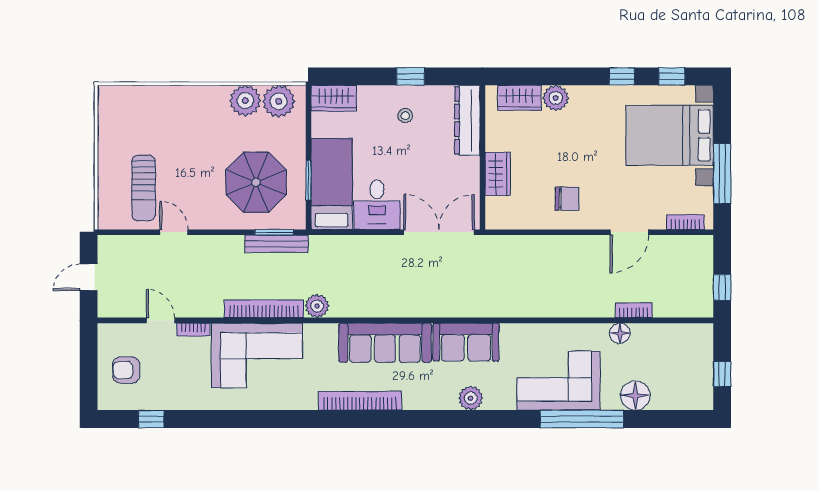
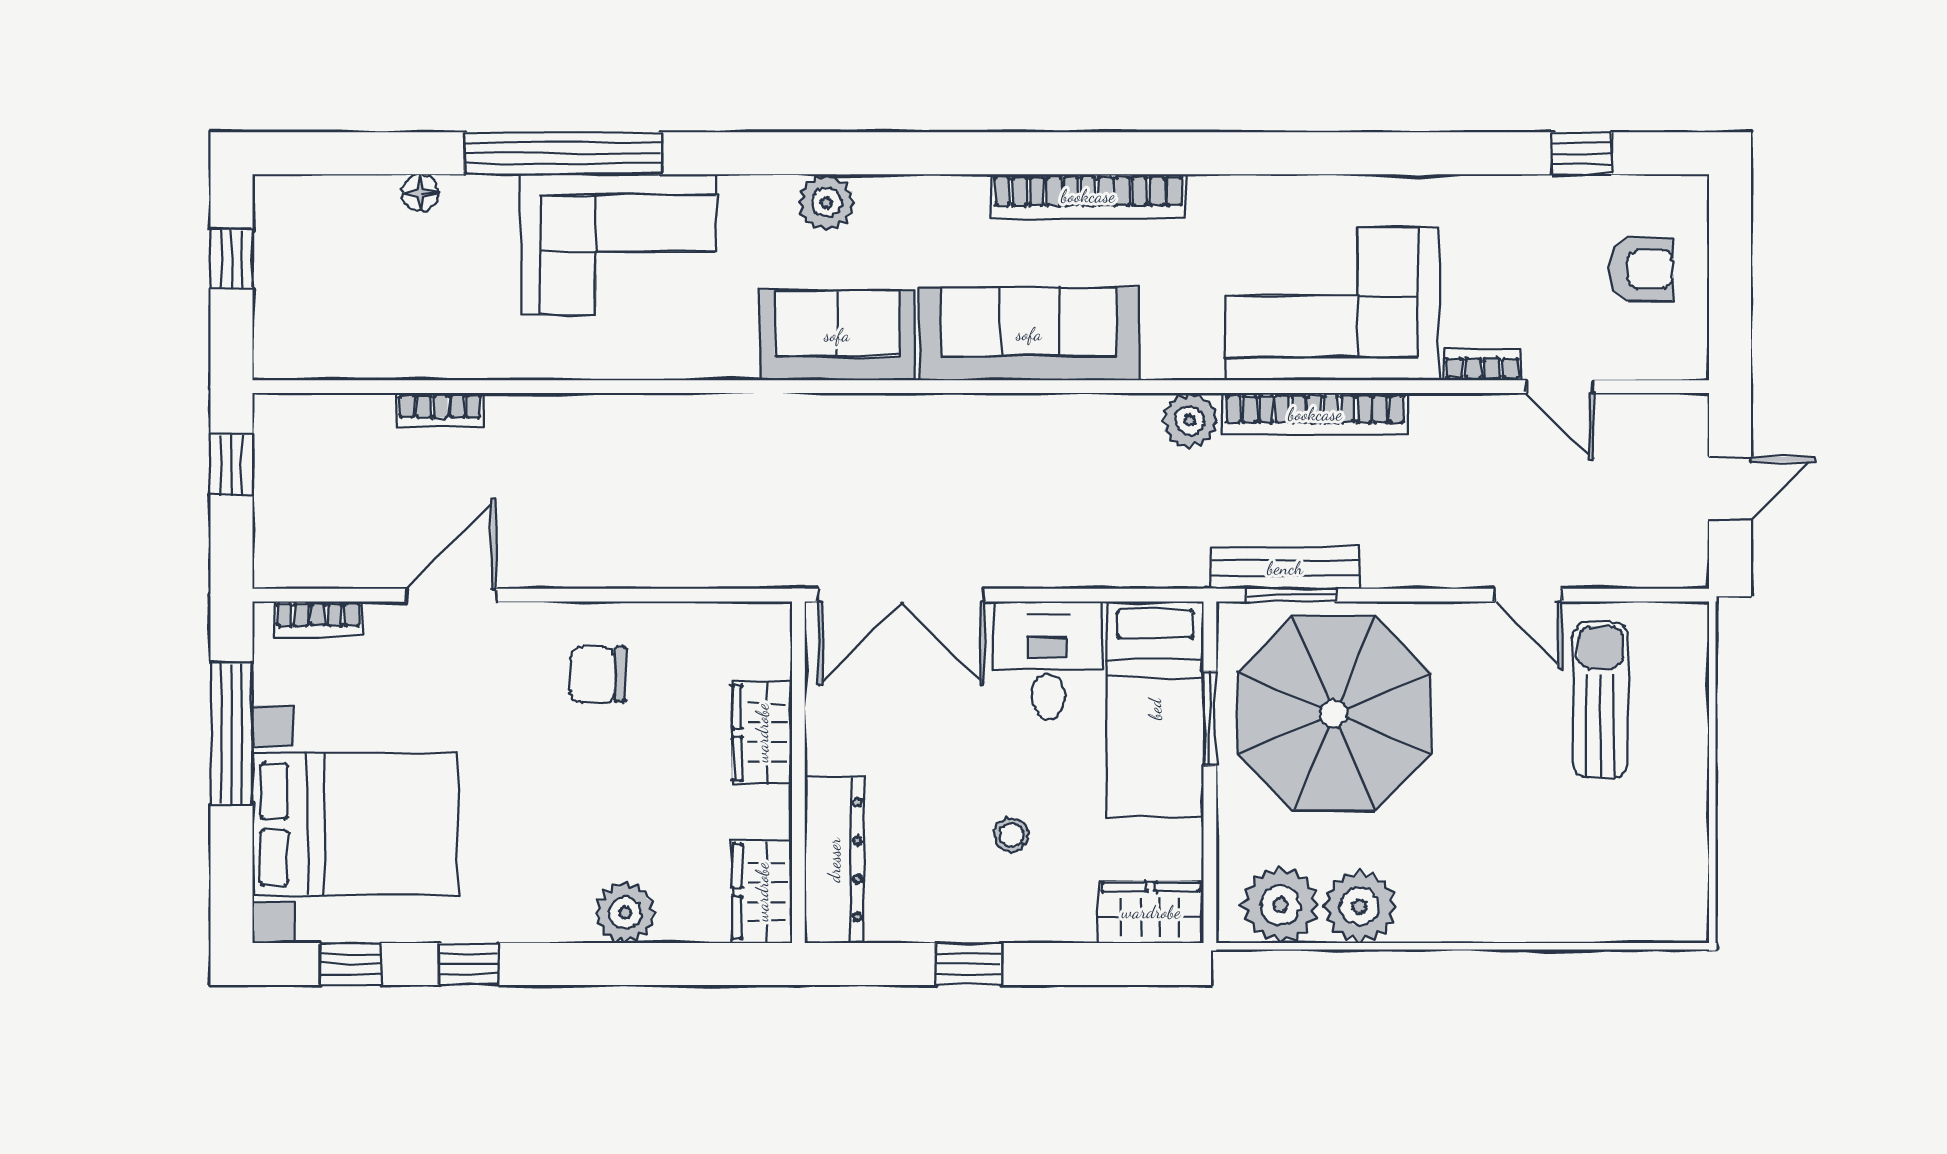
wardrobe: (519, 98) -> (762, 892), moved, turned -90
stool: (405, 116) -> (1011, 835), moved
parasol: (256, 182) -> (1334, 713), width x1.36, depth x1.36
floor lamp: (620, 333) -> (473, 356), removed
floor lamp: (635, 396) -> (420, 193), width x0.53, depth x0.53

